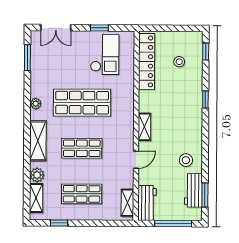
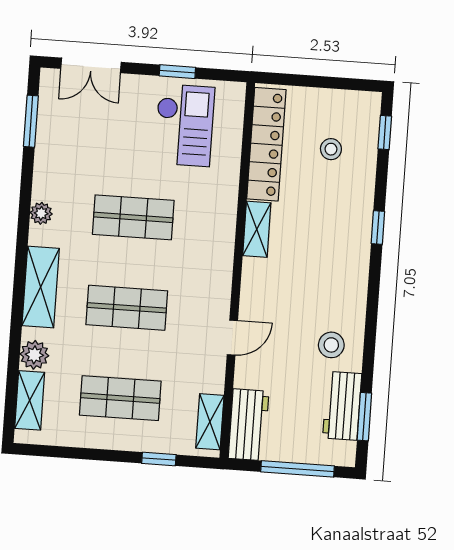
shop shelf: (82, 103) -> (133, 217), width x0.70, depth x0.74
shelving: (144, 127) -> (257, 229), moved
window: (59, 223) -> (159, 459), moved

